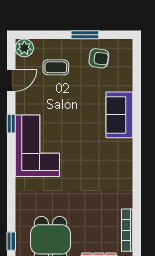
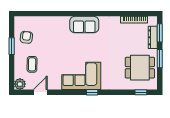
door: (11, 80) -> (40, 92), hinge flipped
sofa: (119, 115) -> (84, 25), moved
window: (11, 124) -> (92, 92), moved

